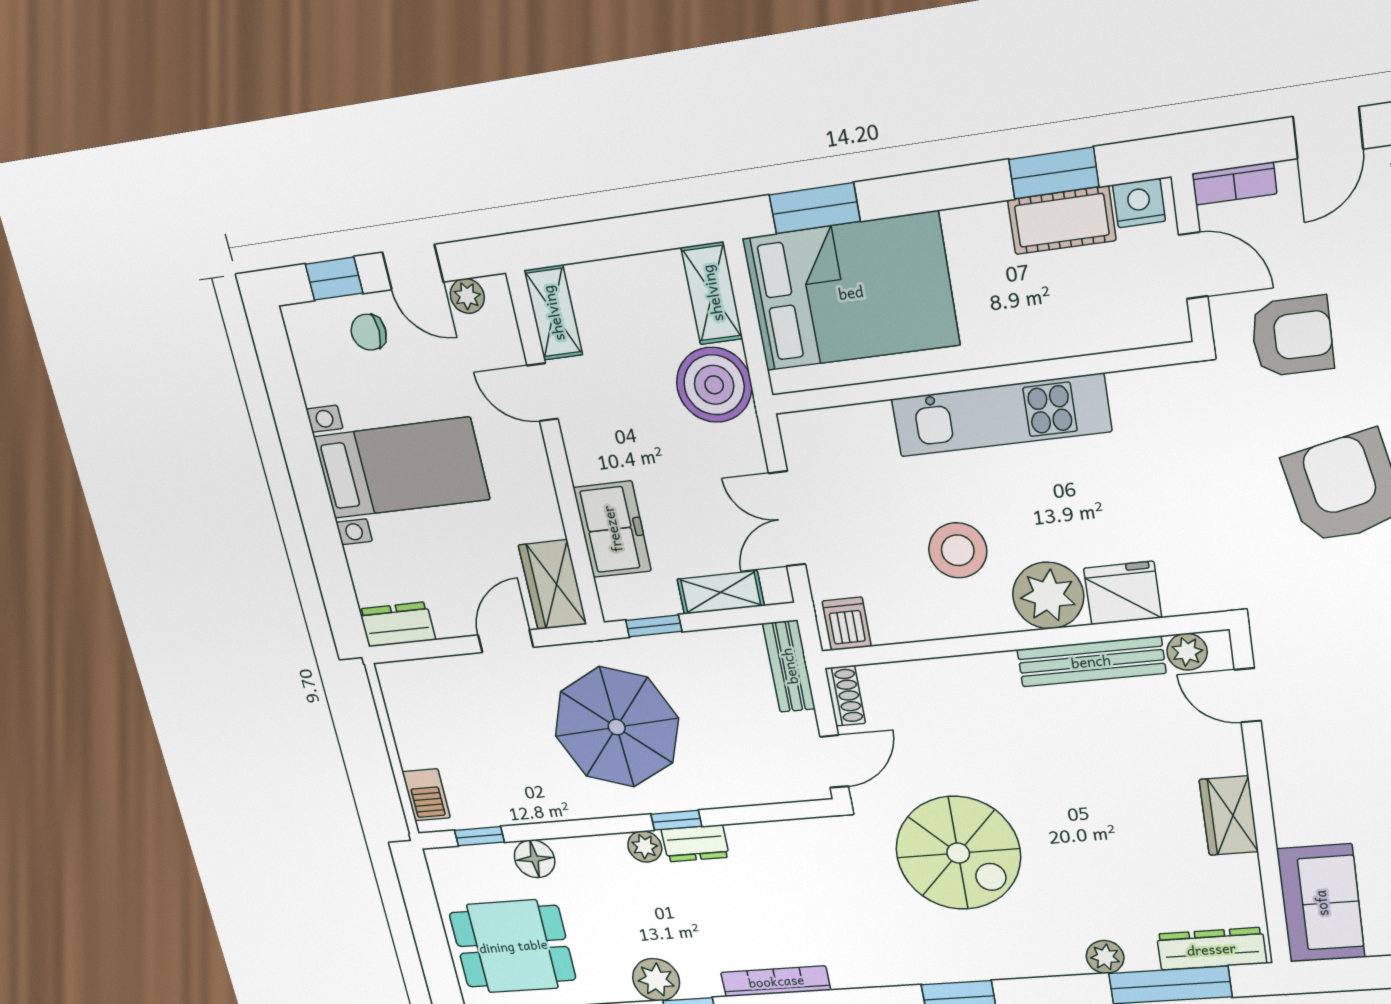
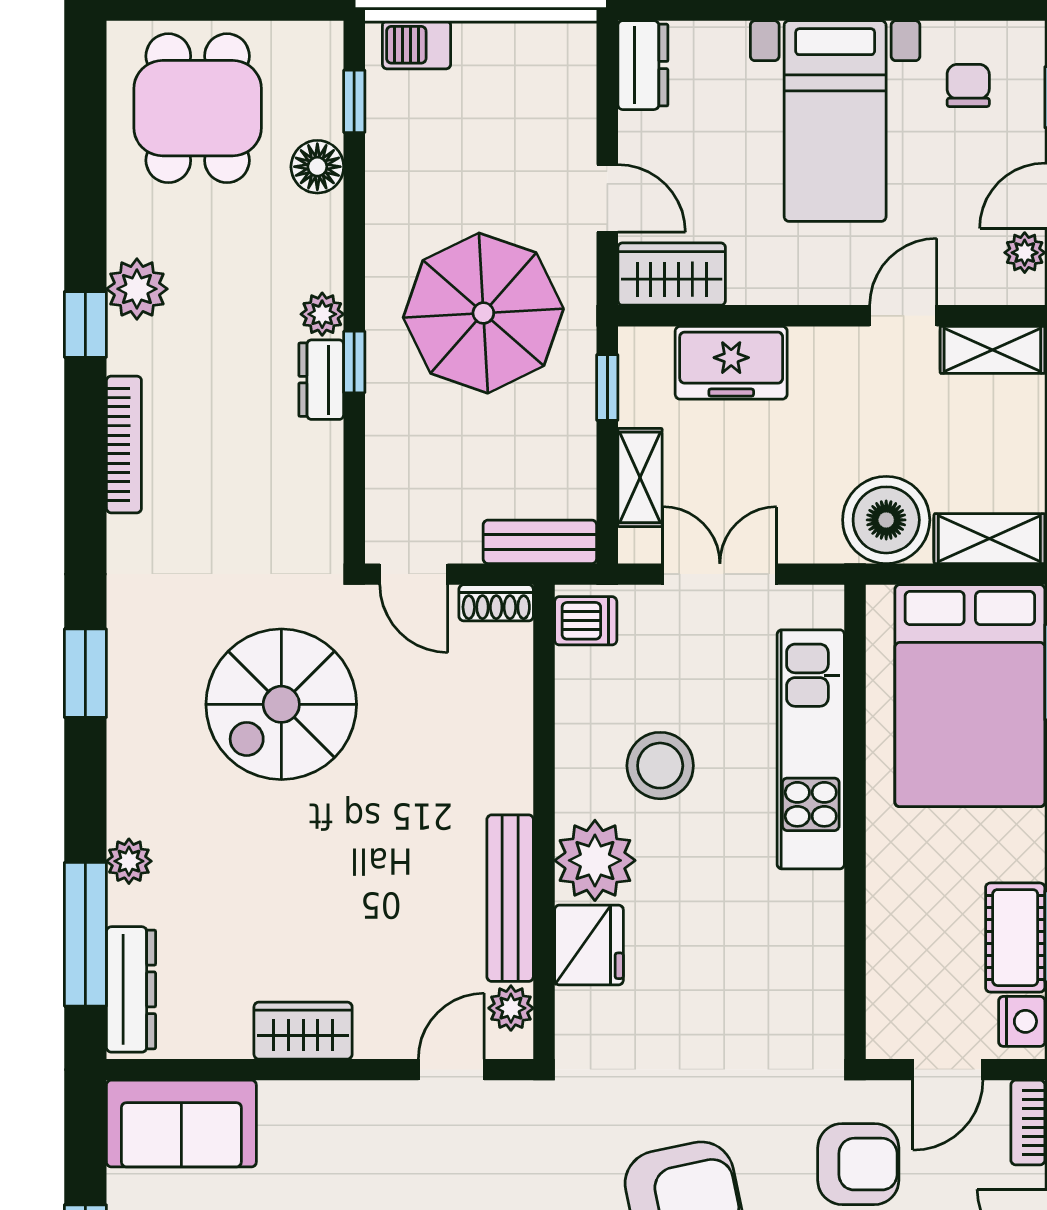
chair: (369, 332) -> (968, 85), moved
armchair: (1292, 336) -> (858, 1164), turned -90
kitchen unit: (1001, 415) -> (811, 749), moved

